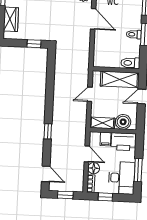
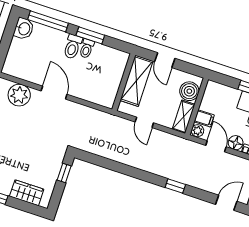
door: (93, 19) -> (54, 93), hinge flipped
toilet: (130, 63) -> (73, 47), moved
plant: (95, 137) -> (197, 131), added
printer: (124, 142) -> (214, 97), removed
door: (87, 154) -> (216, 146), hinge flipped

